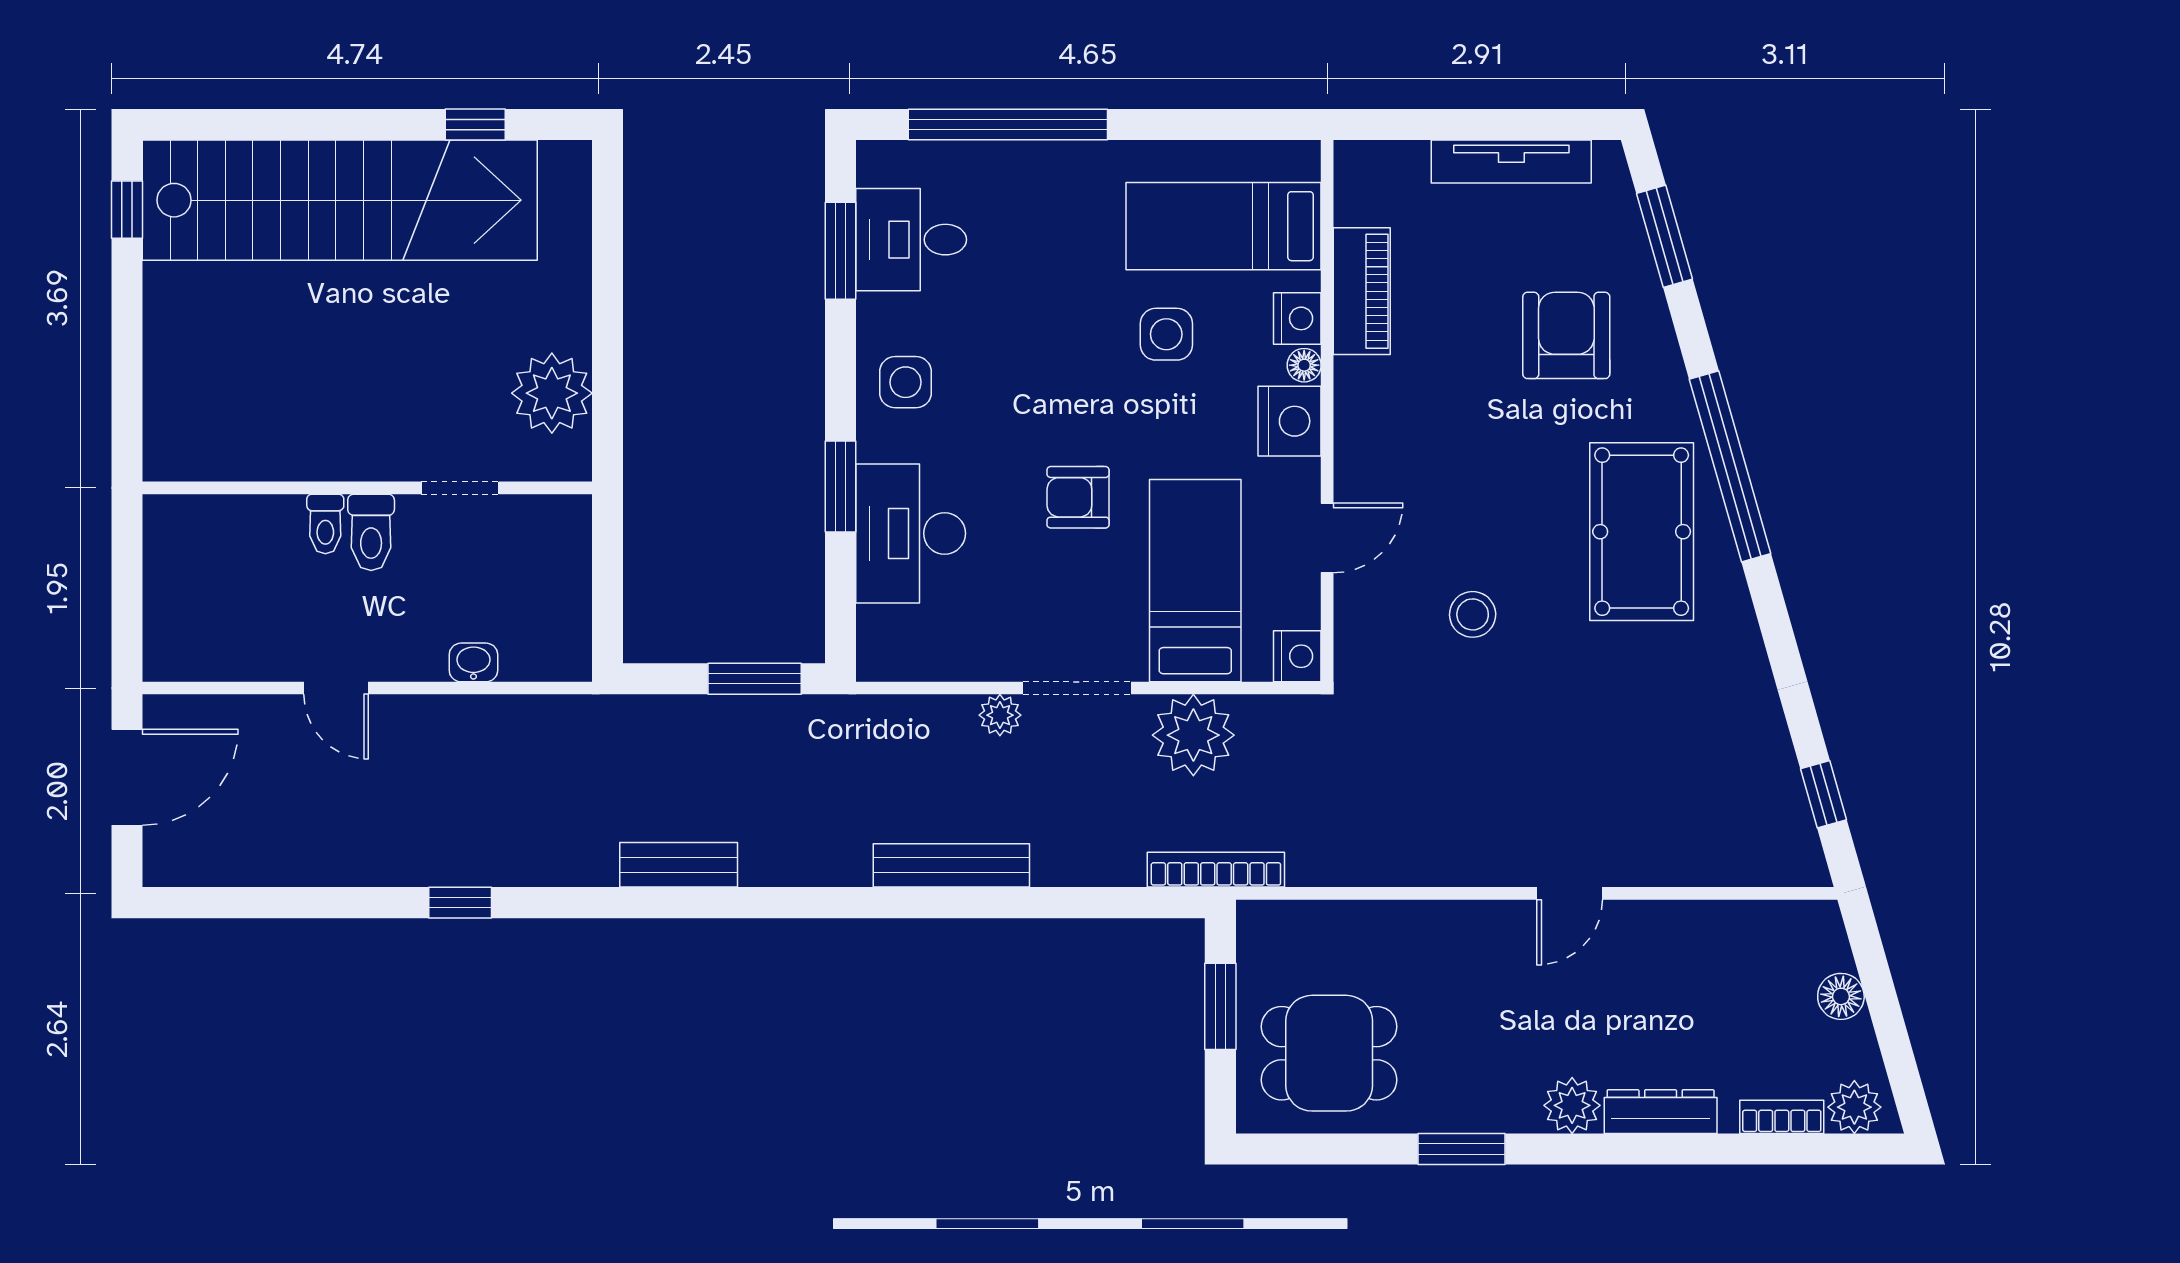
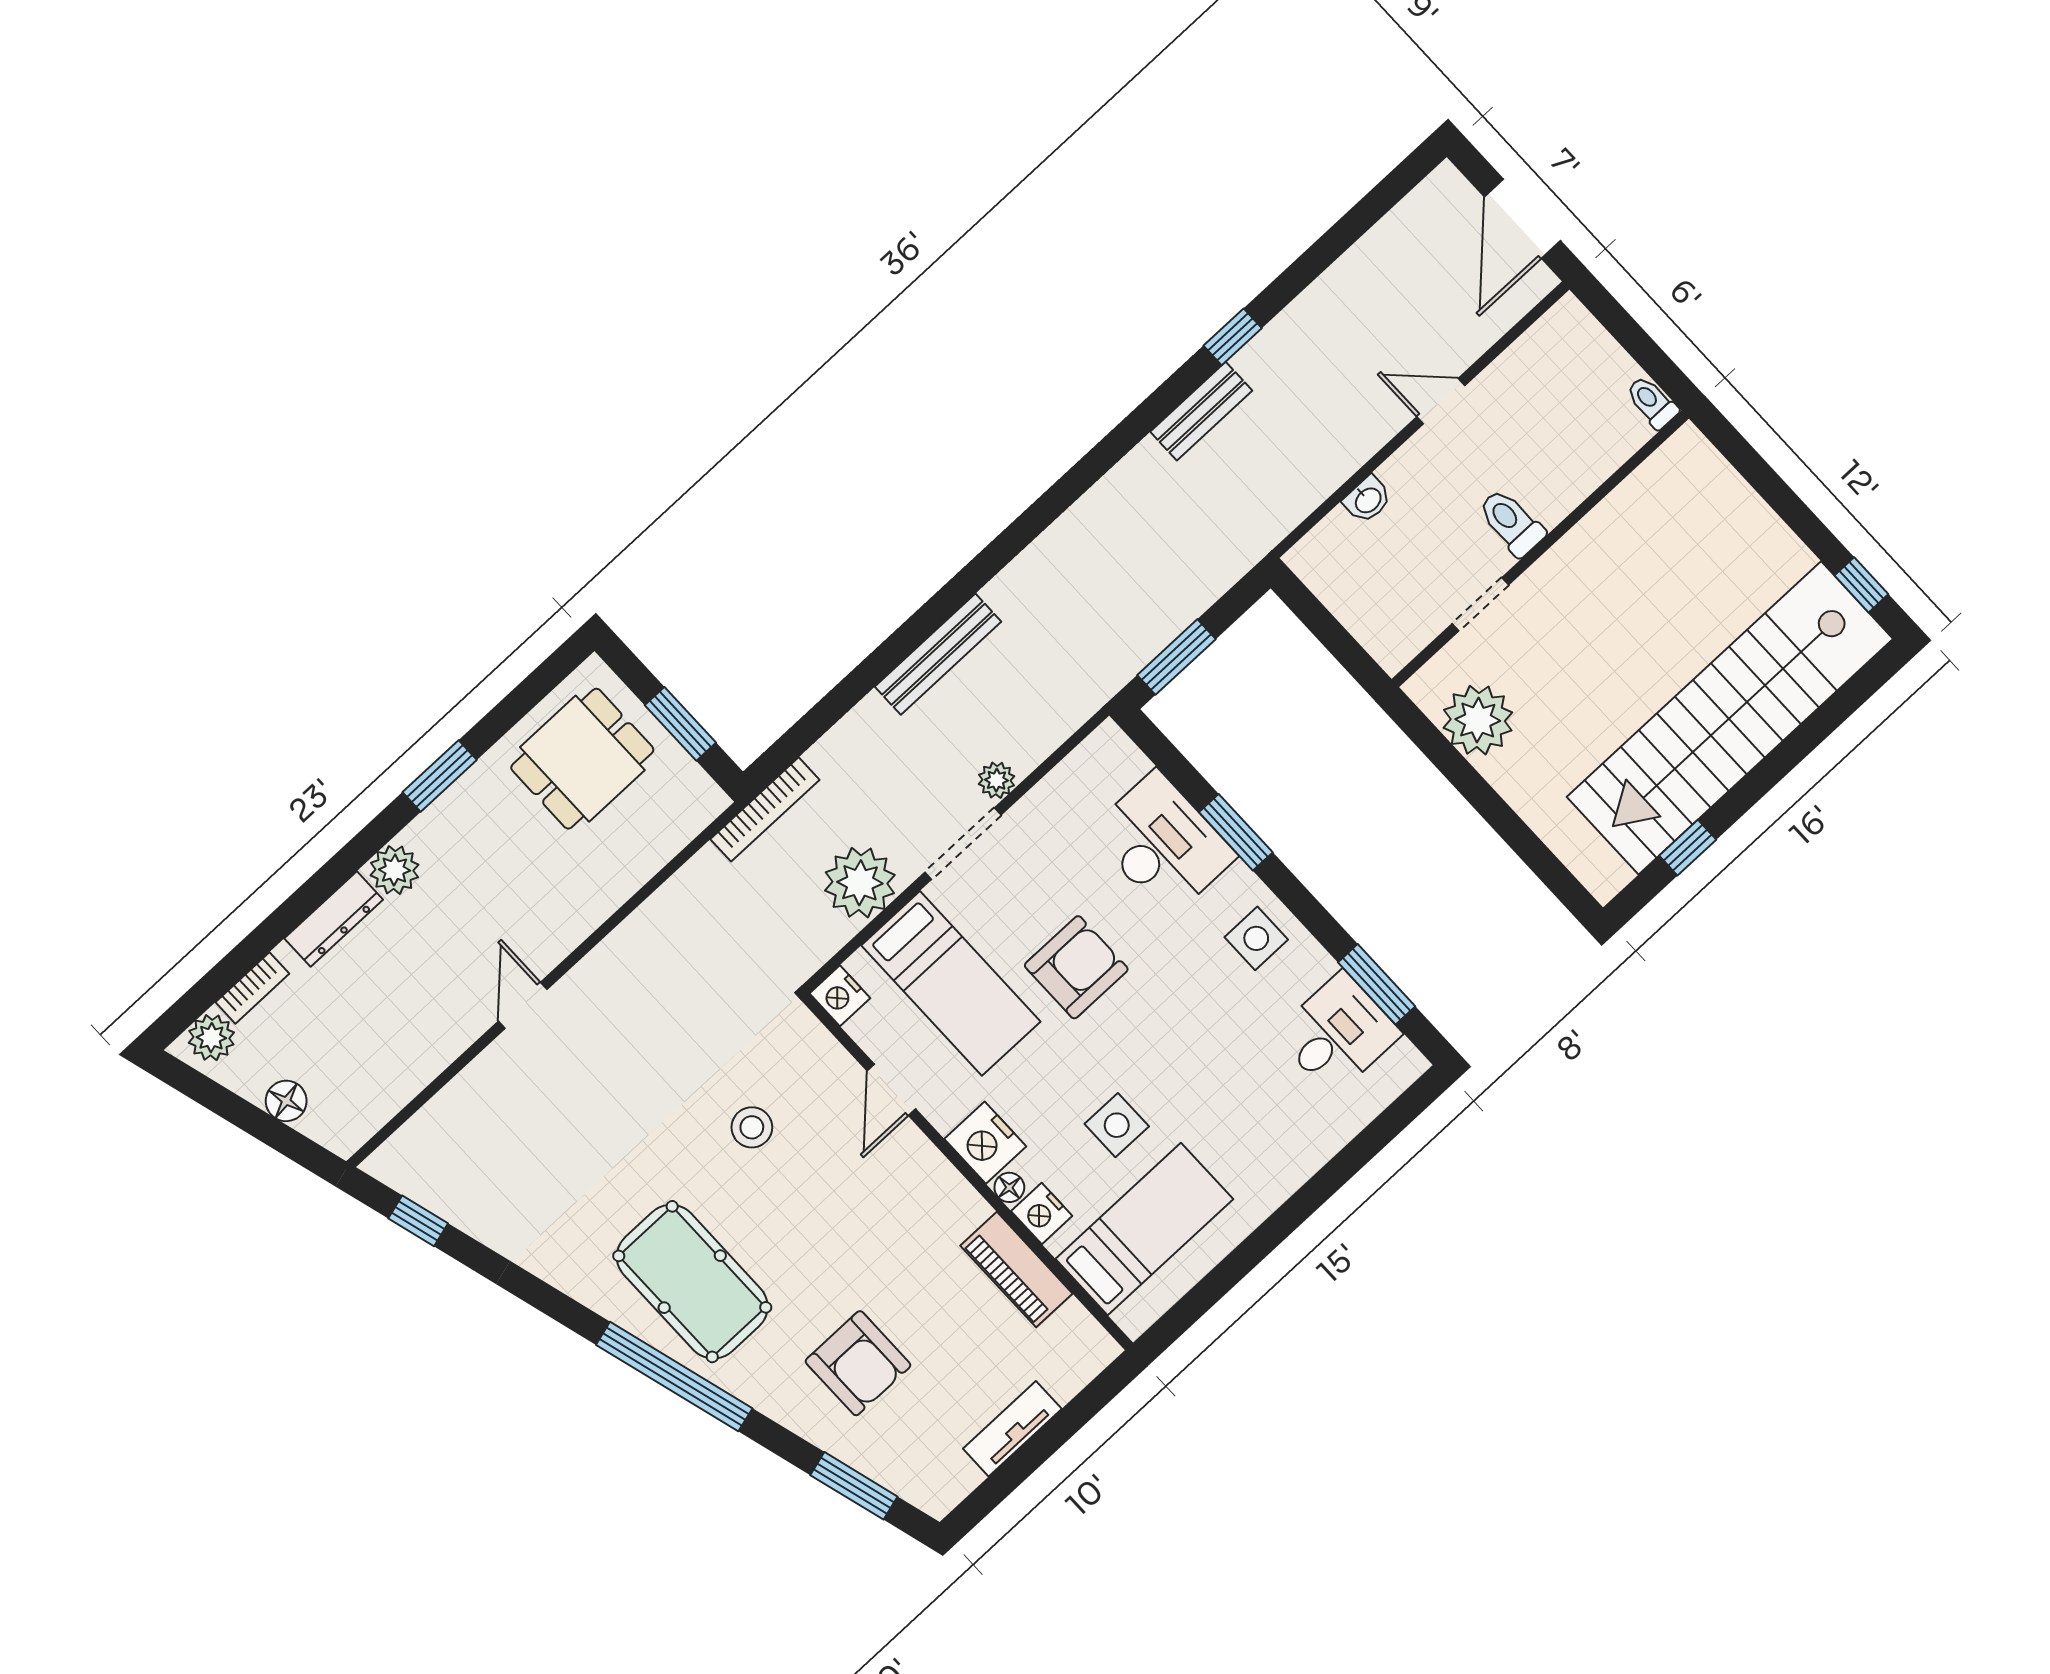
window: (1008, 124) -> (1344, 1166), removed
tv unit: (1511, 161) -> (1012, 1429), width x0.71
armchair: (1078, 497) -> (1076, 967), width x1.38, depth x1.38
toilet: (325, 524) -> (1652, 402), moved
bench: (679, 865) -> (1201, 411), moved

